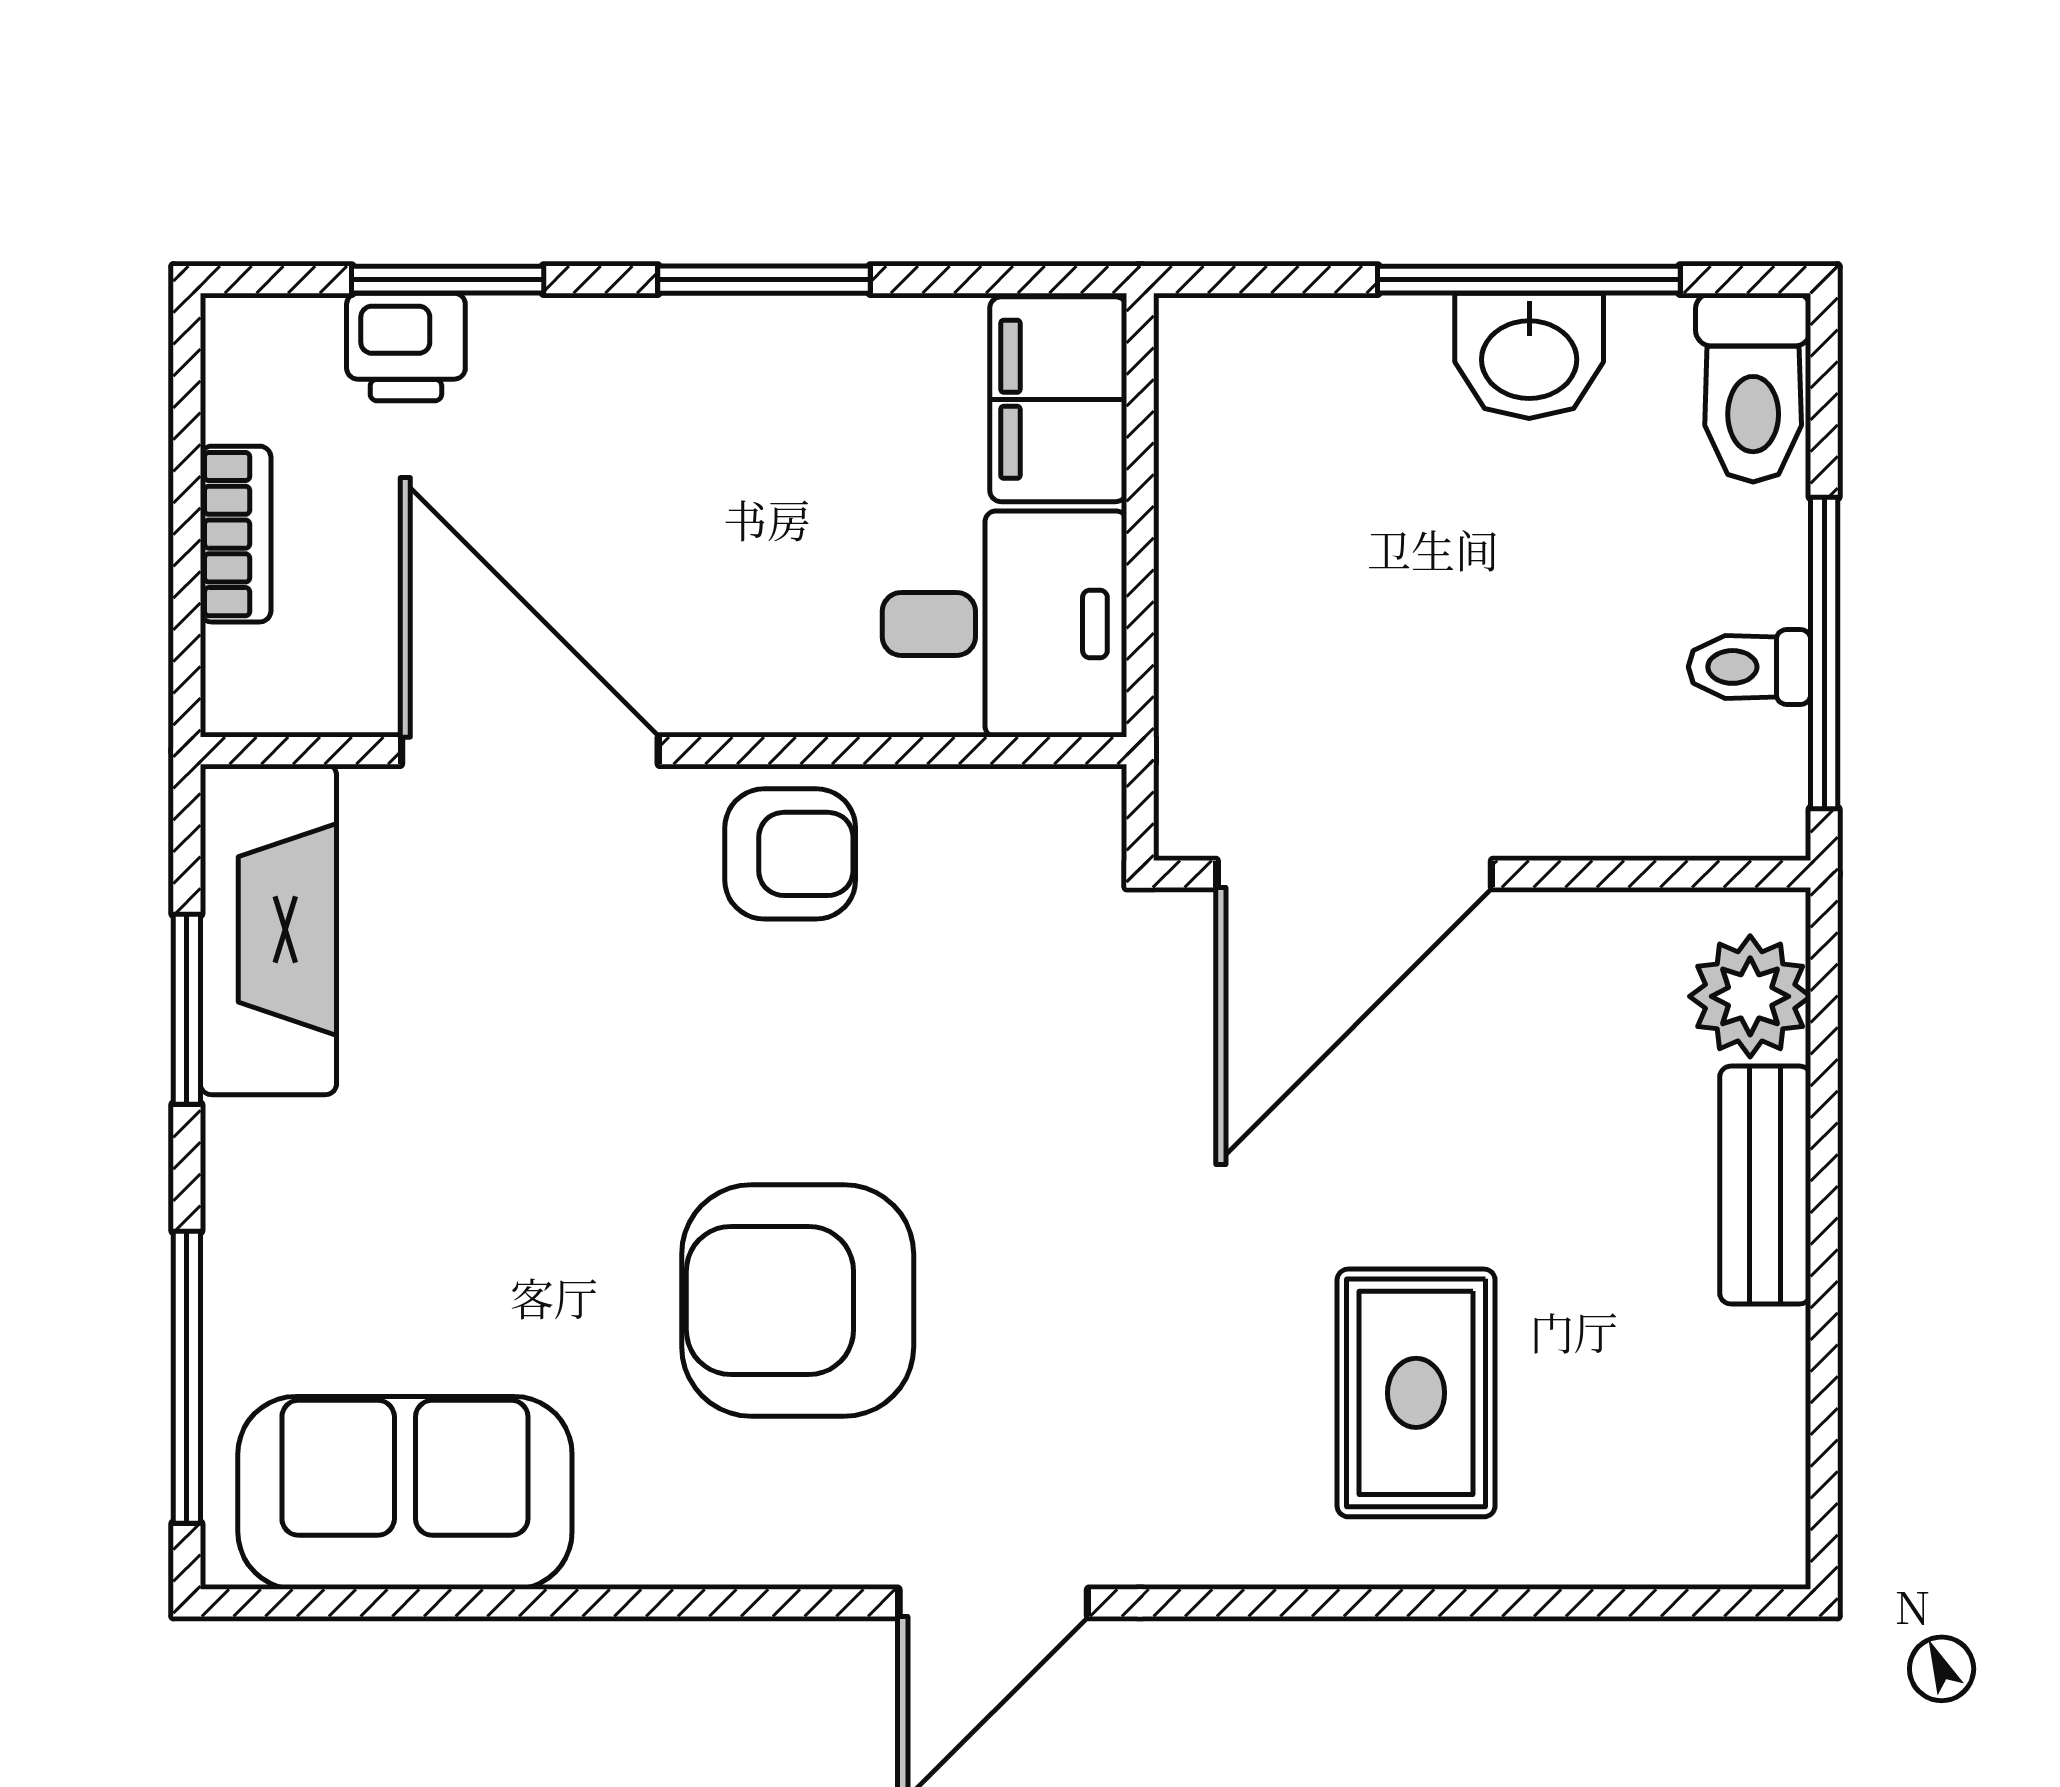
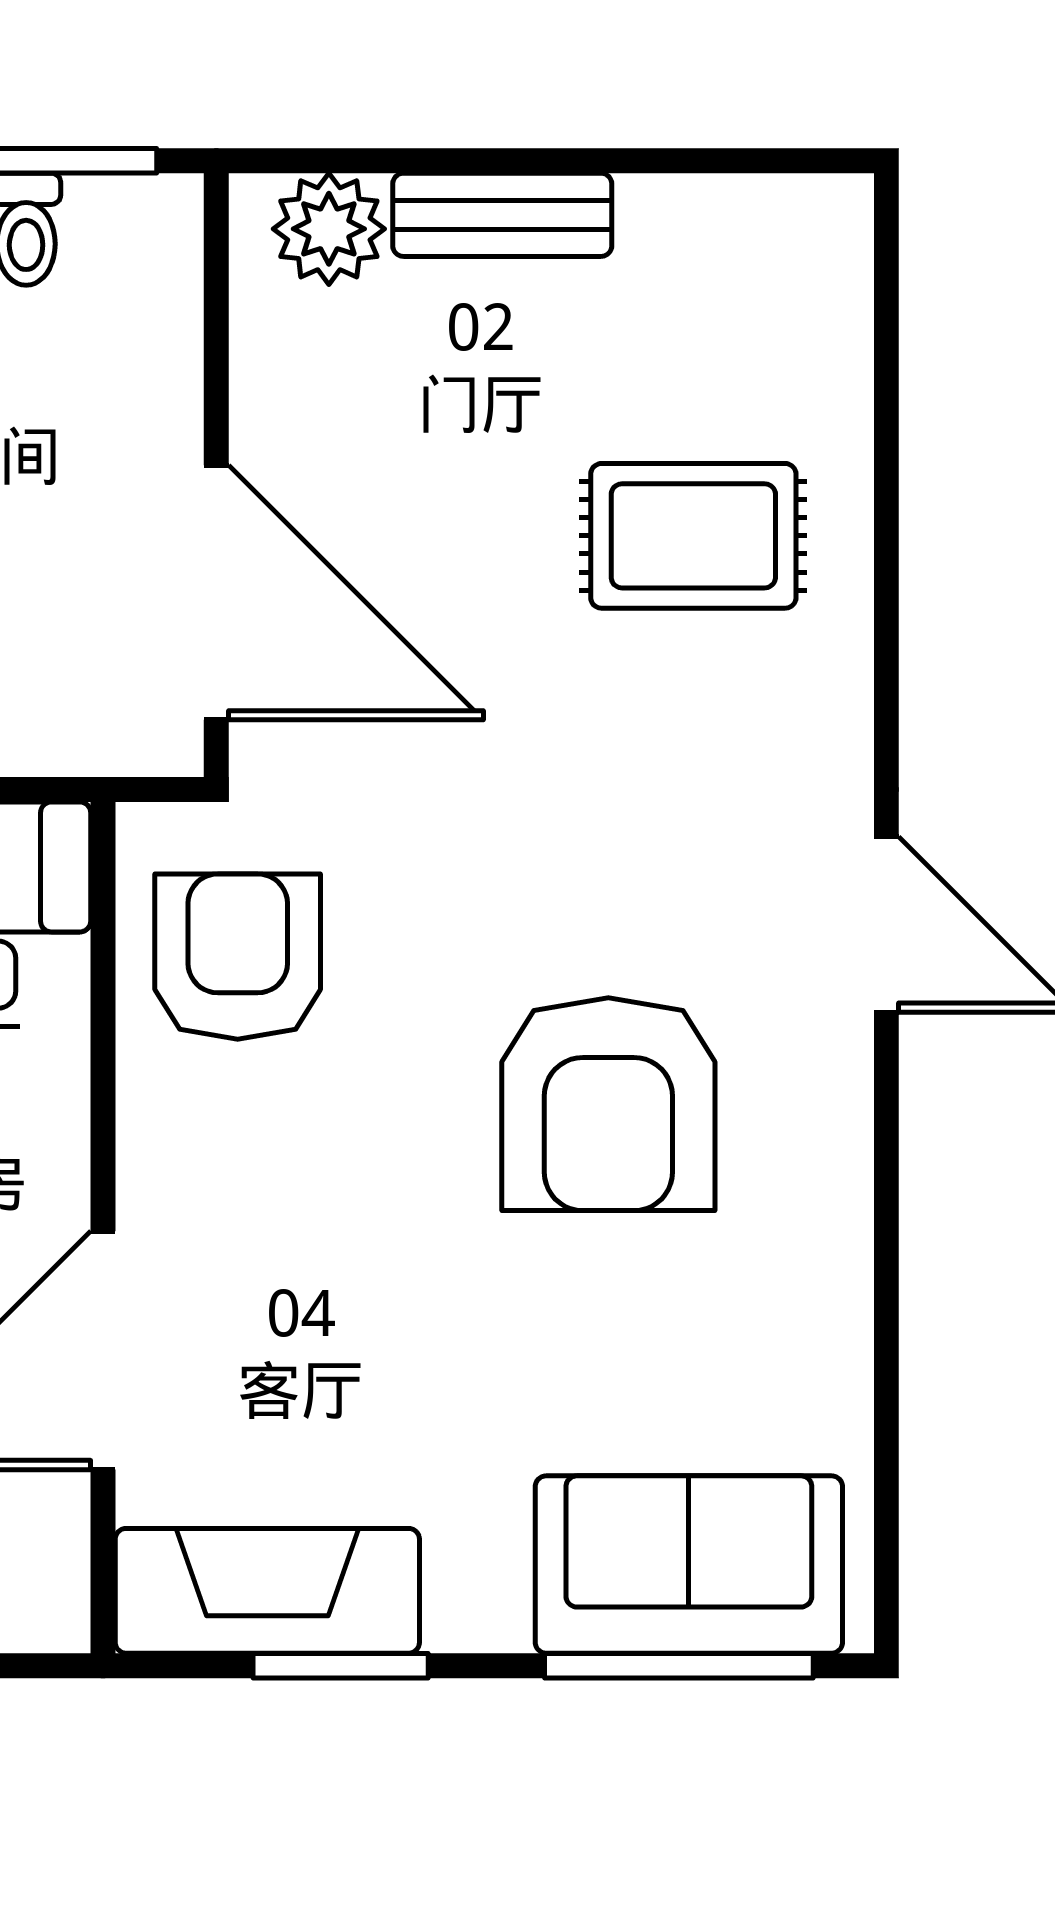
armchair: (790, 854) -> (238, 957), moved, width x1.38, depth x1.38
sofa: (405, 1493) -> (689, 1565), moved, turned 90

